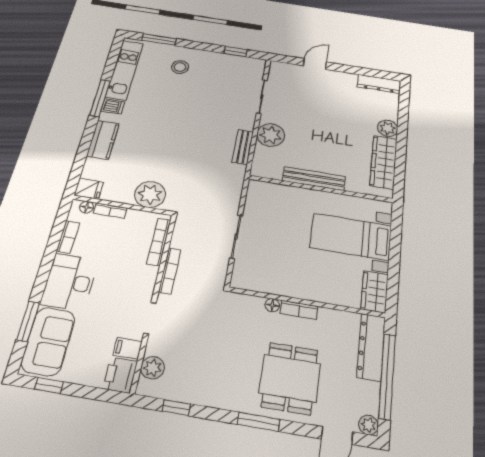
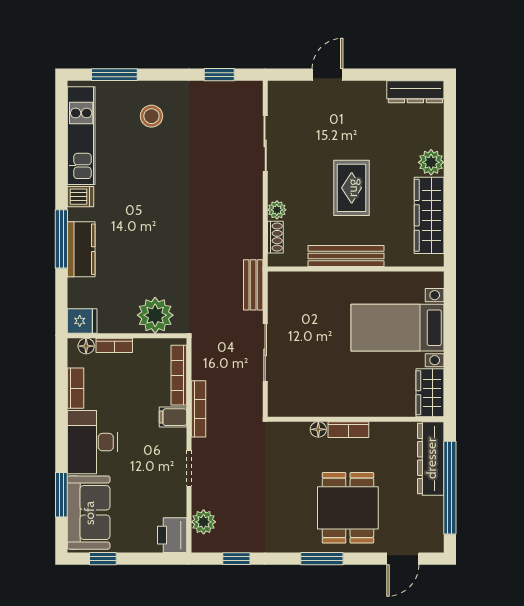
window: (100, 98) -> (61, 239), moved
rug: (324, 134) -> (352, 188), added
plant: (271, 135) -> (277, 210), width x0.53, depth x0.53
bench: (243, 147) -> (253, 285), moved
shoe rack: (259, 157) -> (275, 237), added
filing cabinet: (128, 348) -> (173, 417), moved
plant: (368, 425) -> (434, 543), removed

